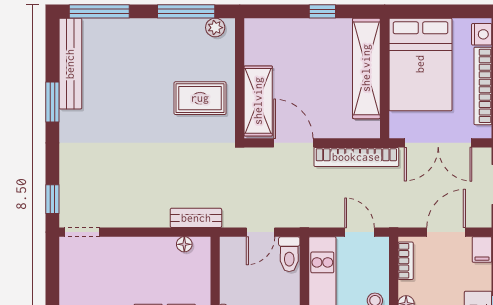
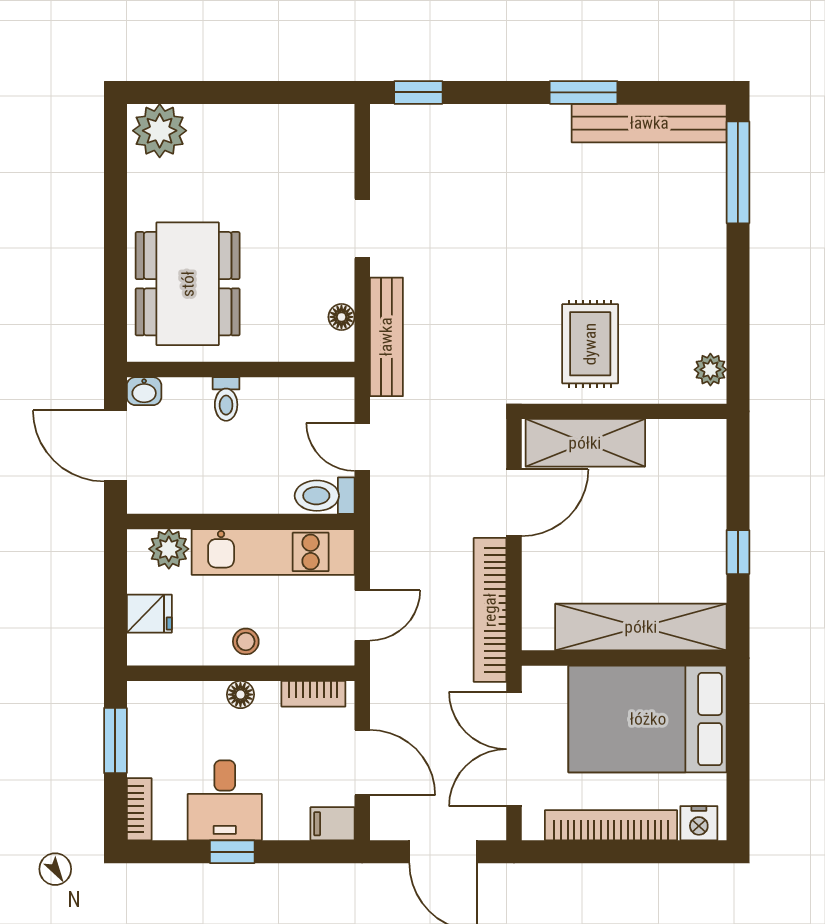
window: (186, 11) -> (738, 320), removed
bench: (196, 218) -> (386, 337), width x1.36
doorway: (82, 232) -> (362, 228), moved

